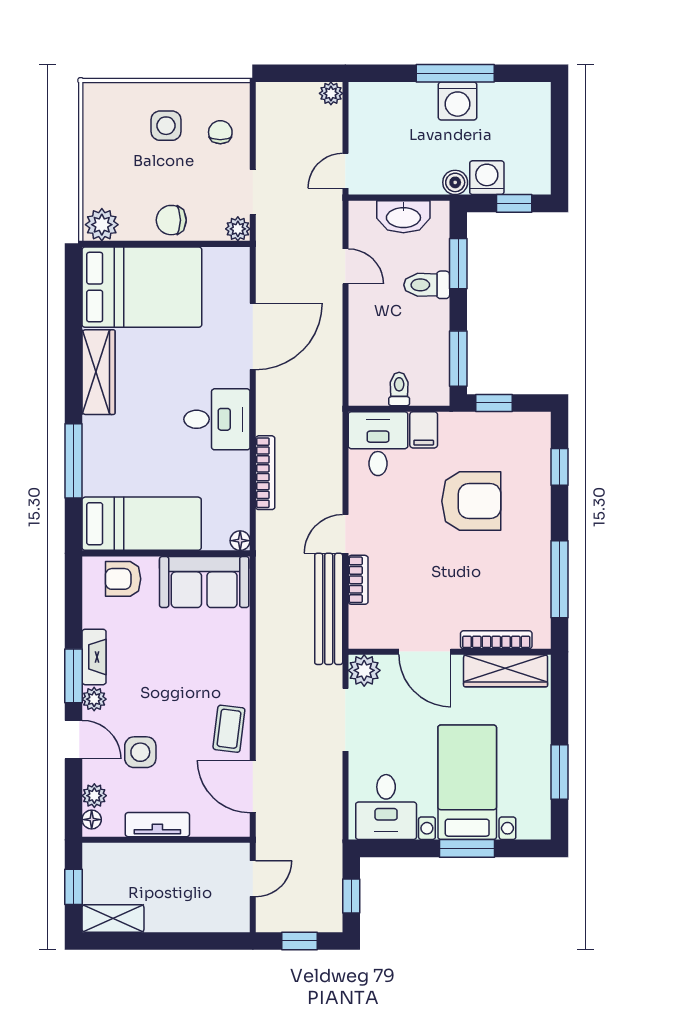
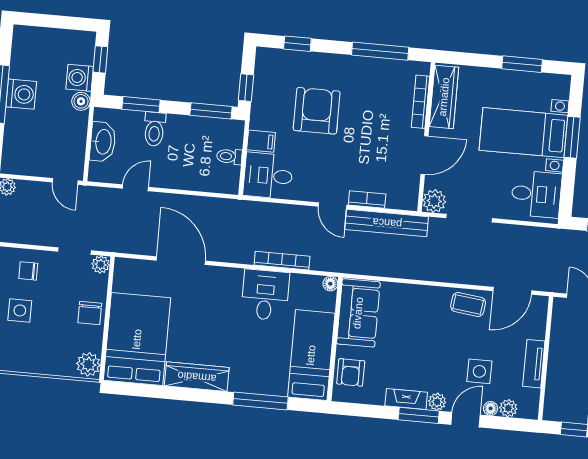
desk: (217, 419) -> (265, 295), moved
floor lamp: (92, 820) -> (491, 408), moved

